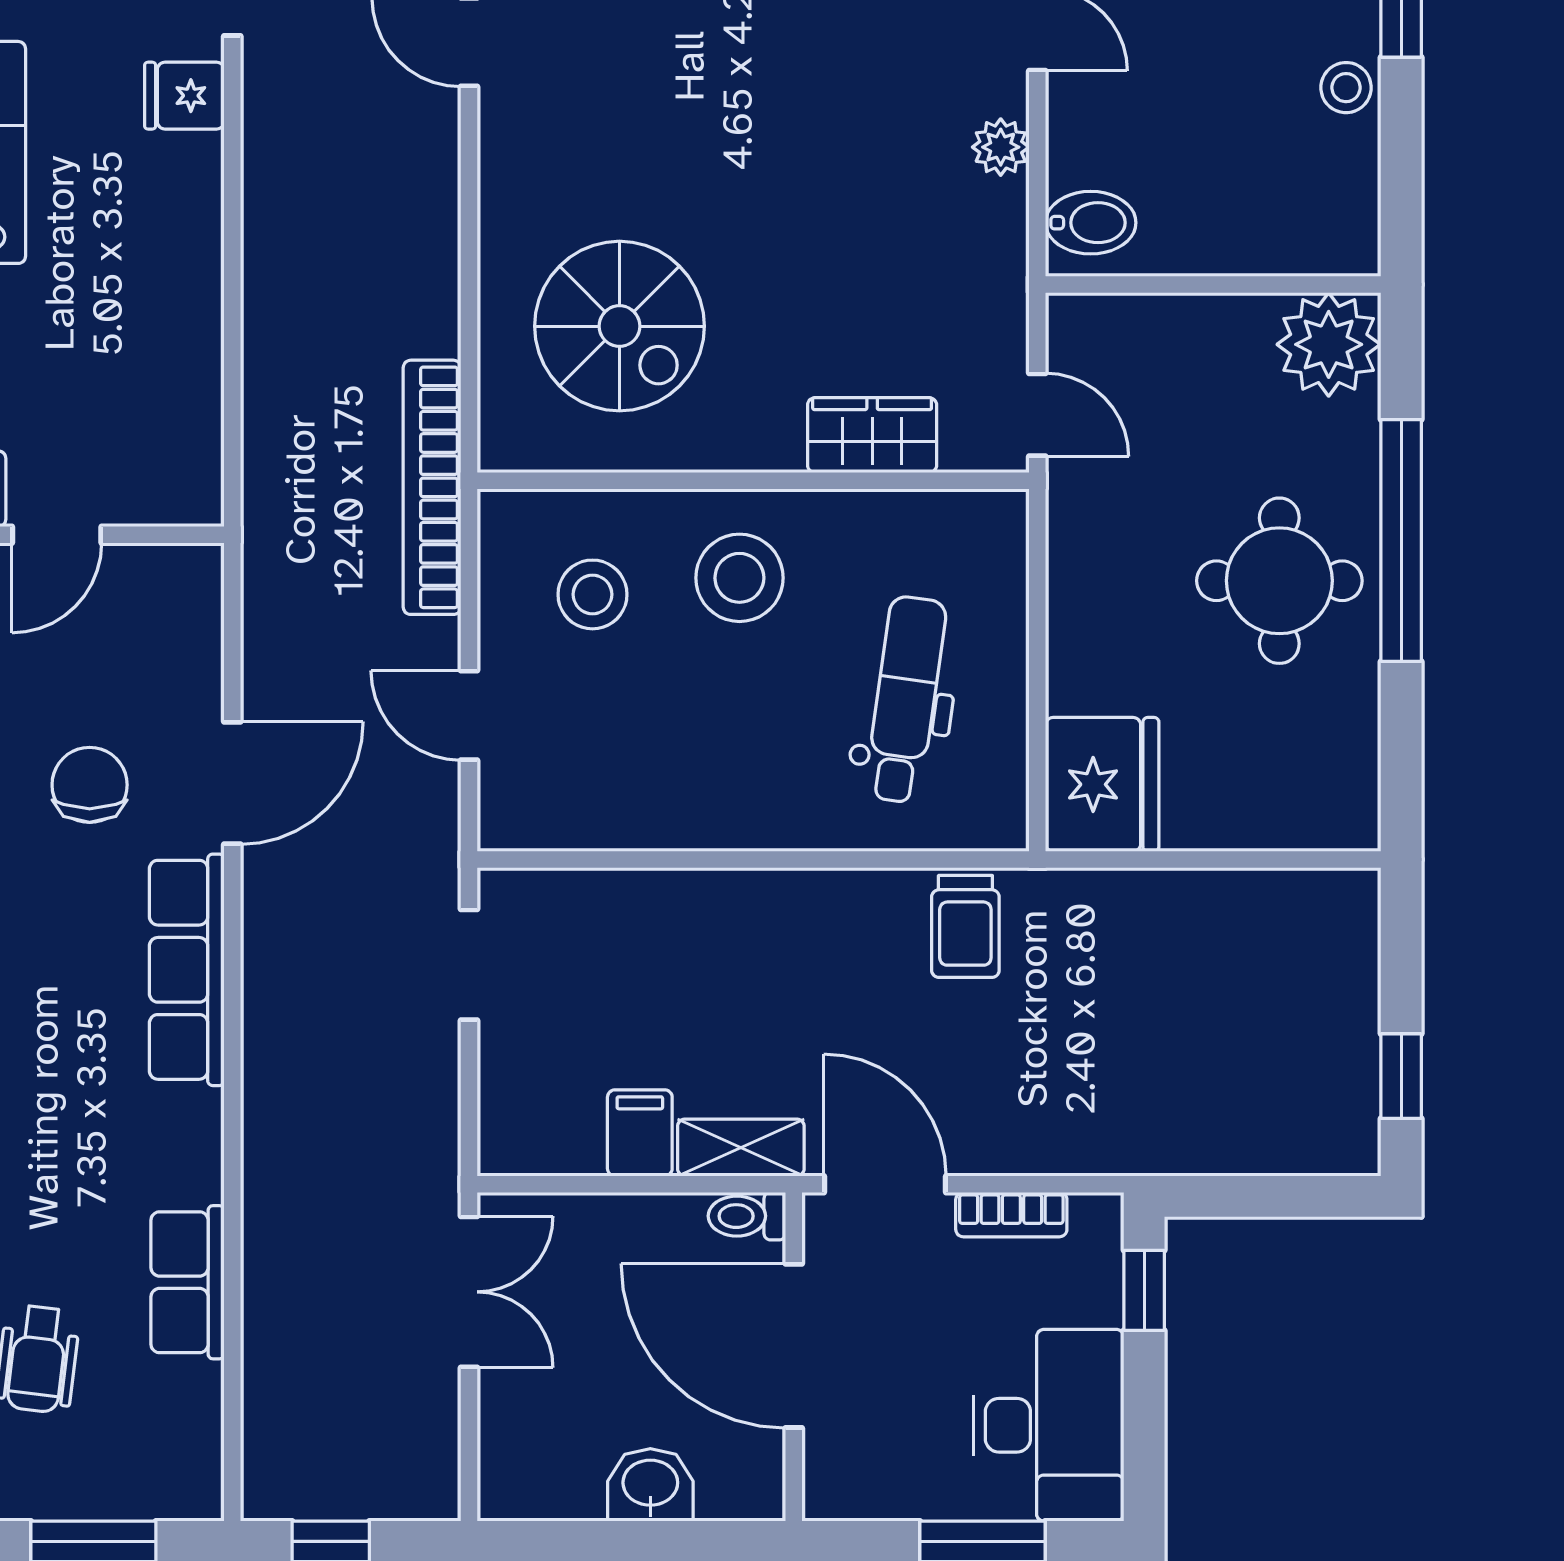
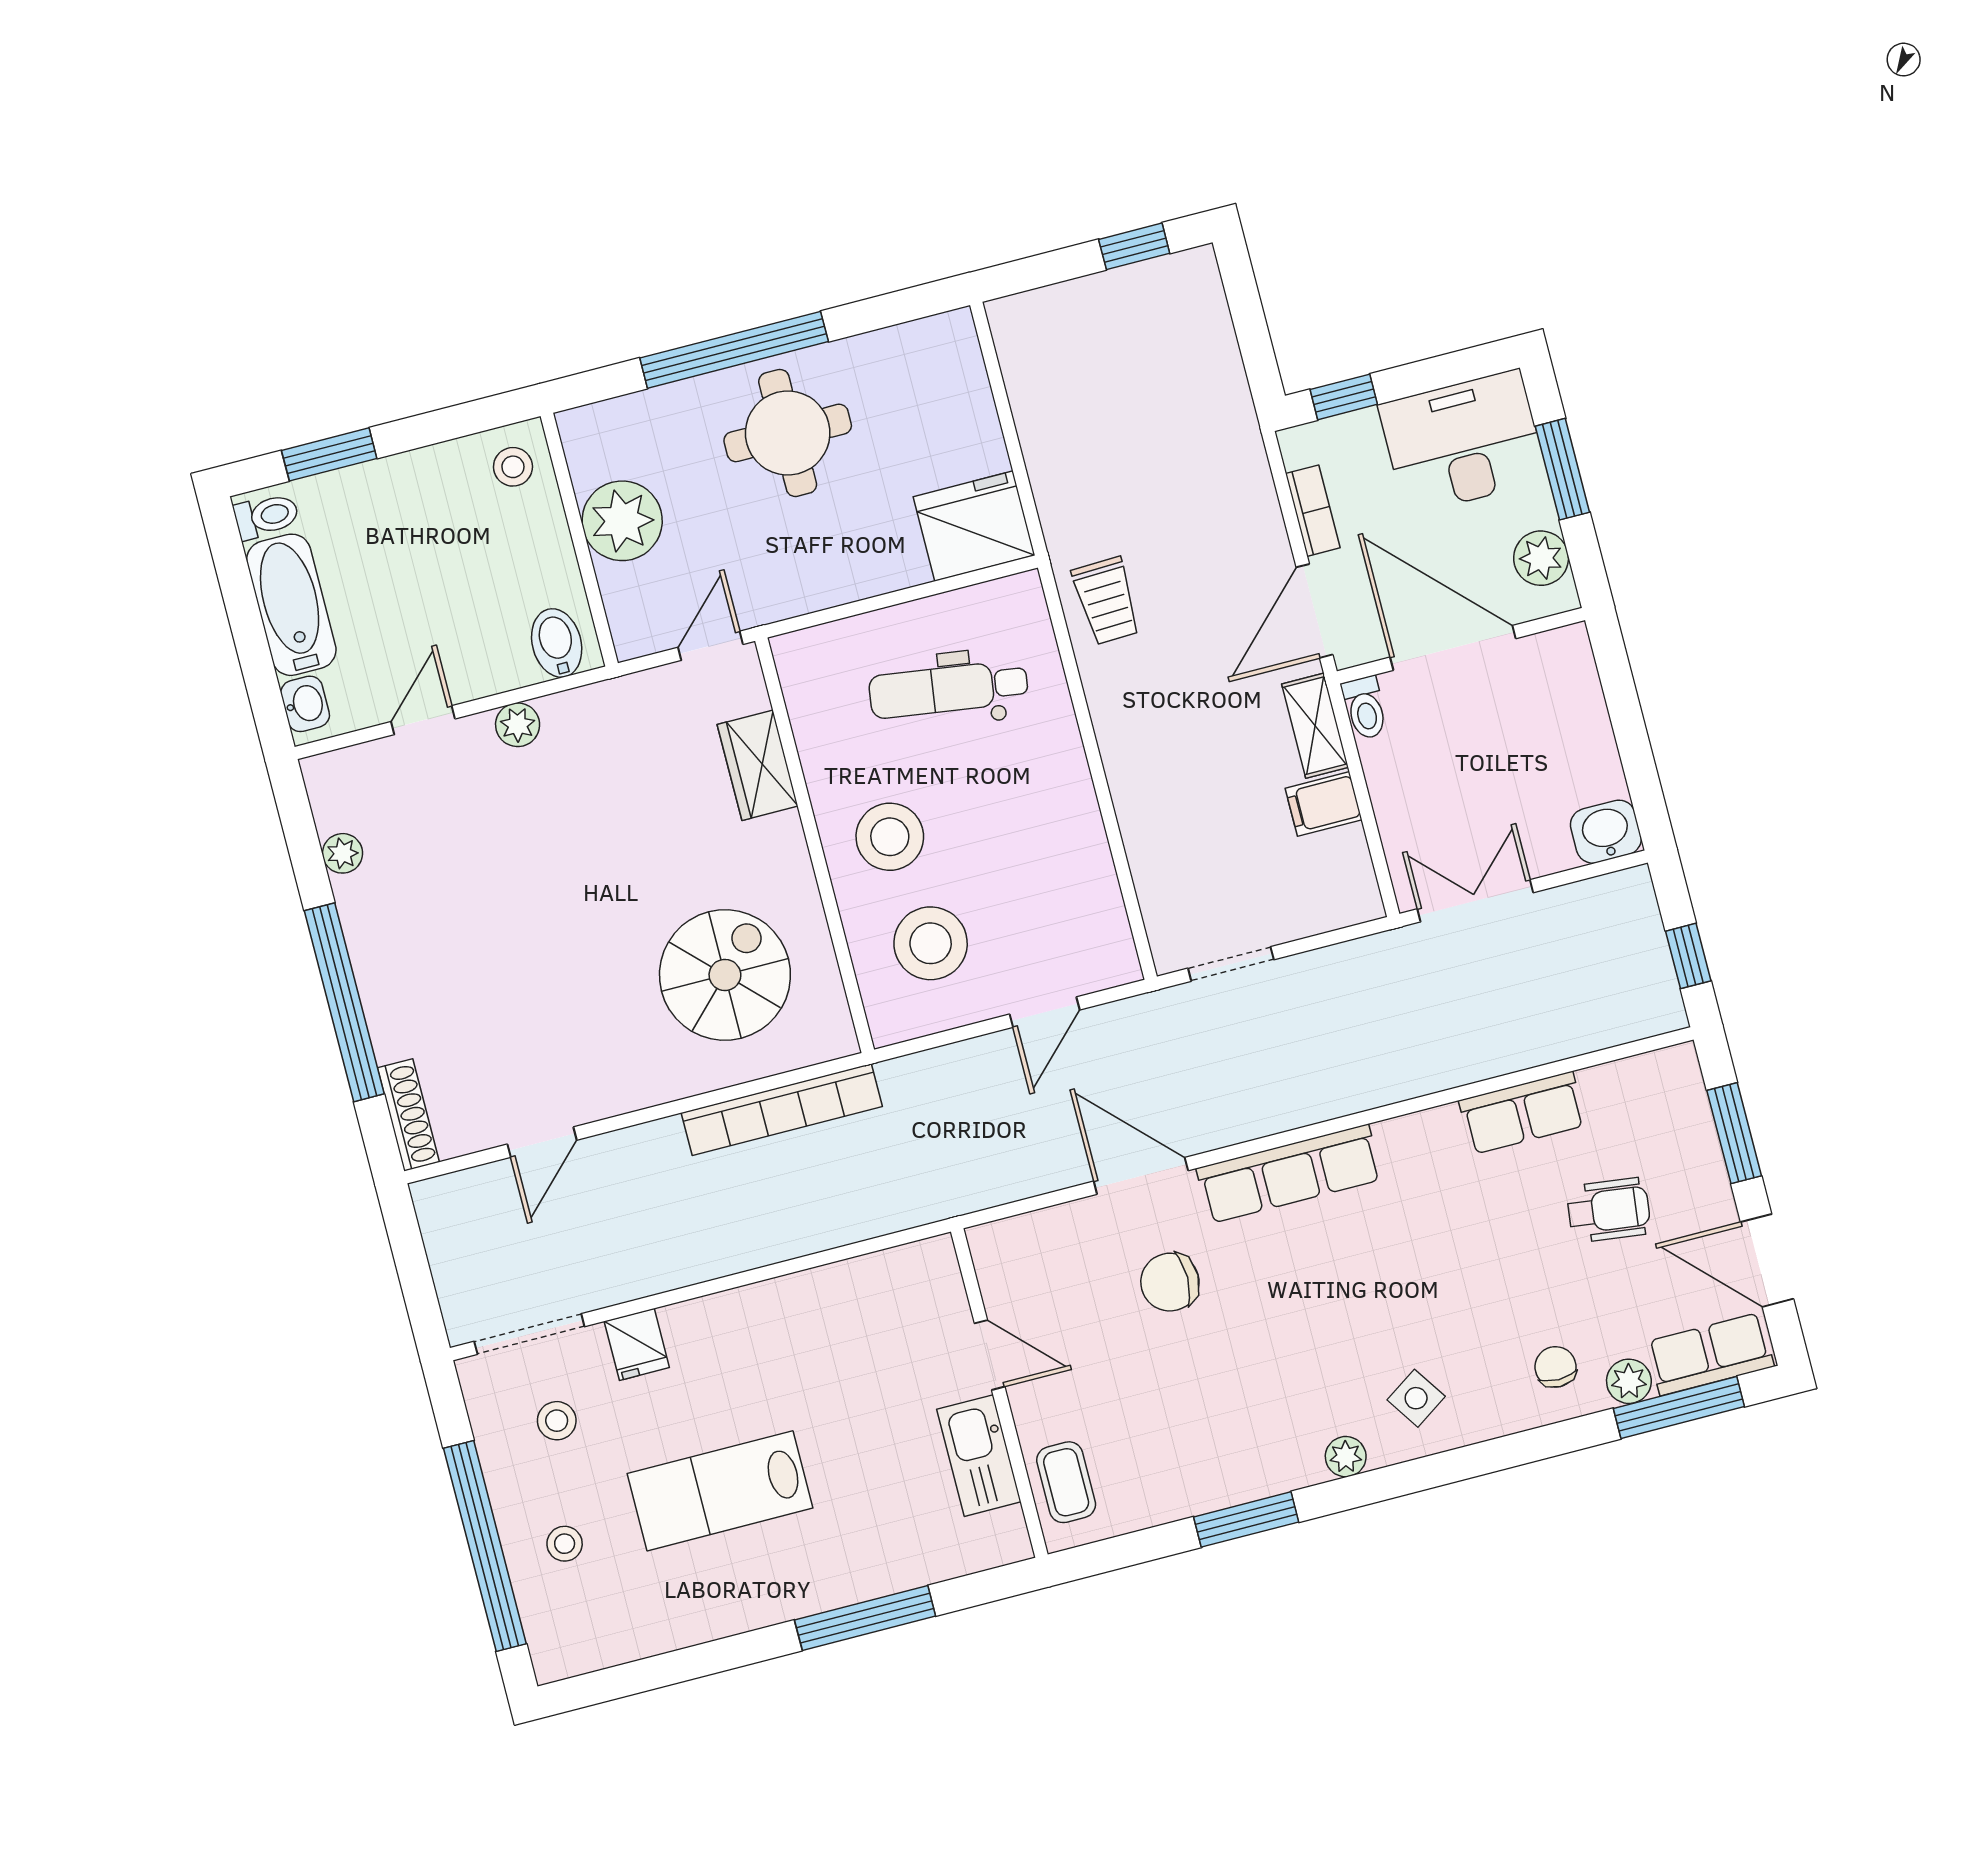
stool: (1346, 88) -> (513, 467), moved
plant: (1329, 344) -> (622, 521), moved
bookcase: (432, 487) -> (782, 1110), moved
stool: (592, 594) -> (931, 943), width x1.38, depth x1.38
trolley: (965, 926) -> (1106, 601), turned 88
door: (794, 1346) -> (1453, 648), swing flipped
washbasin: (650, 1485) -> (1606, 832), moved, turned 90
plant: (878, 1486) -> (1541, 558), added

